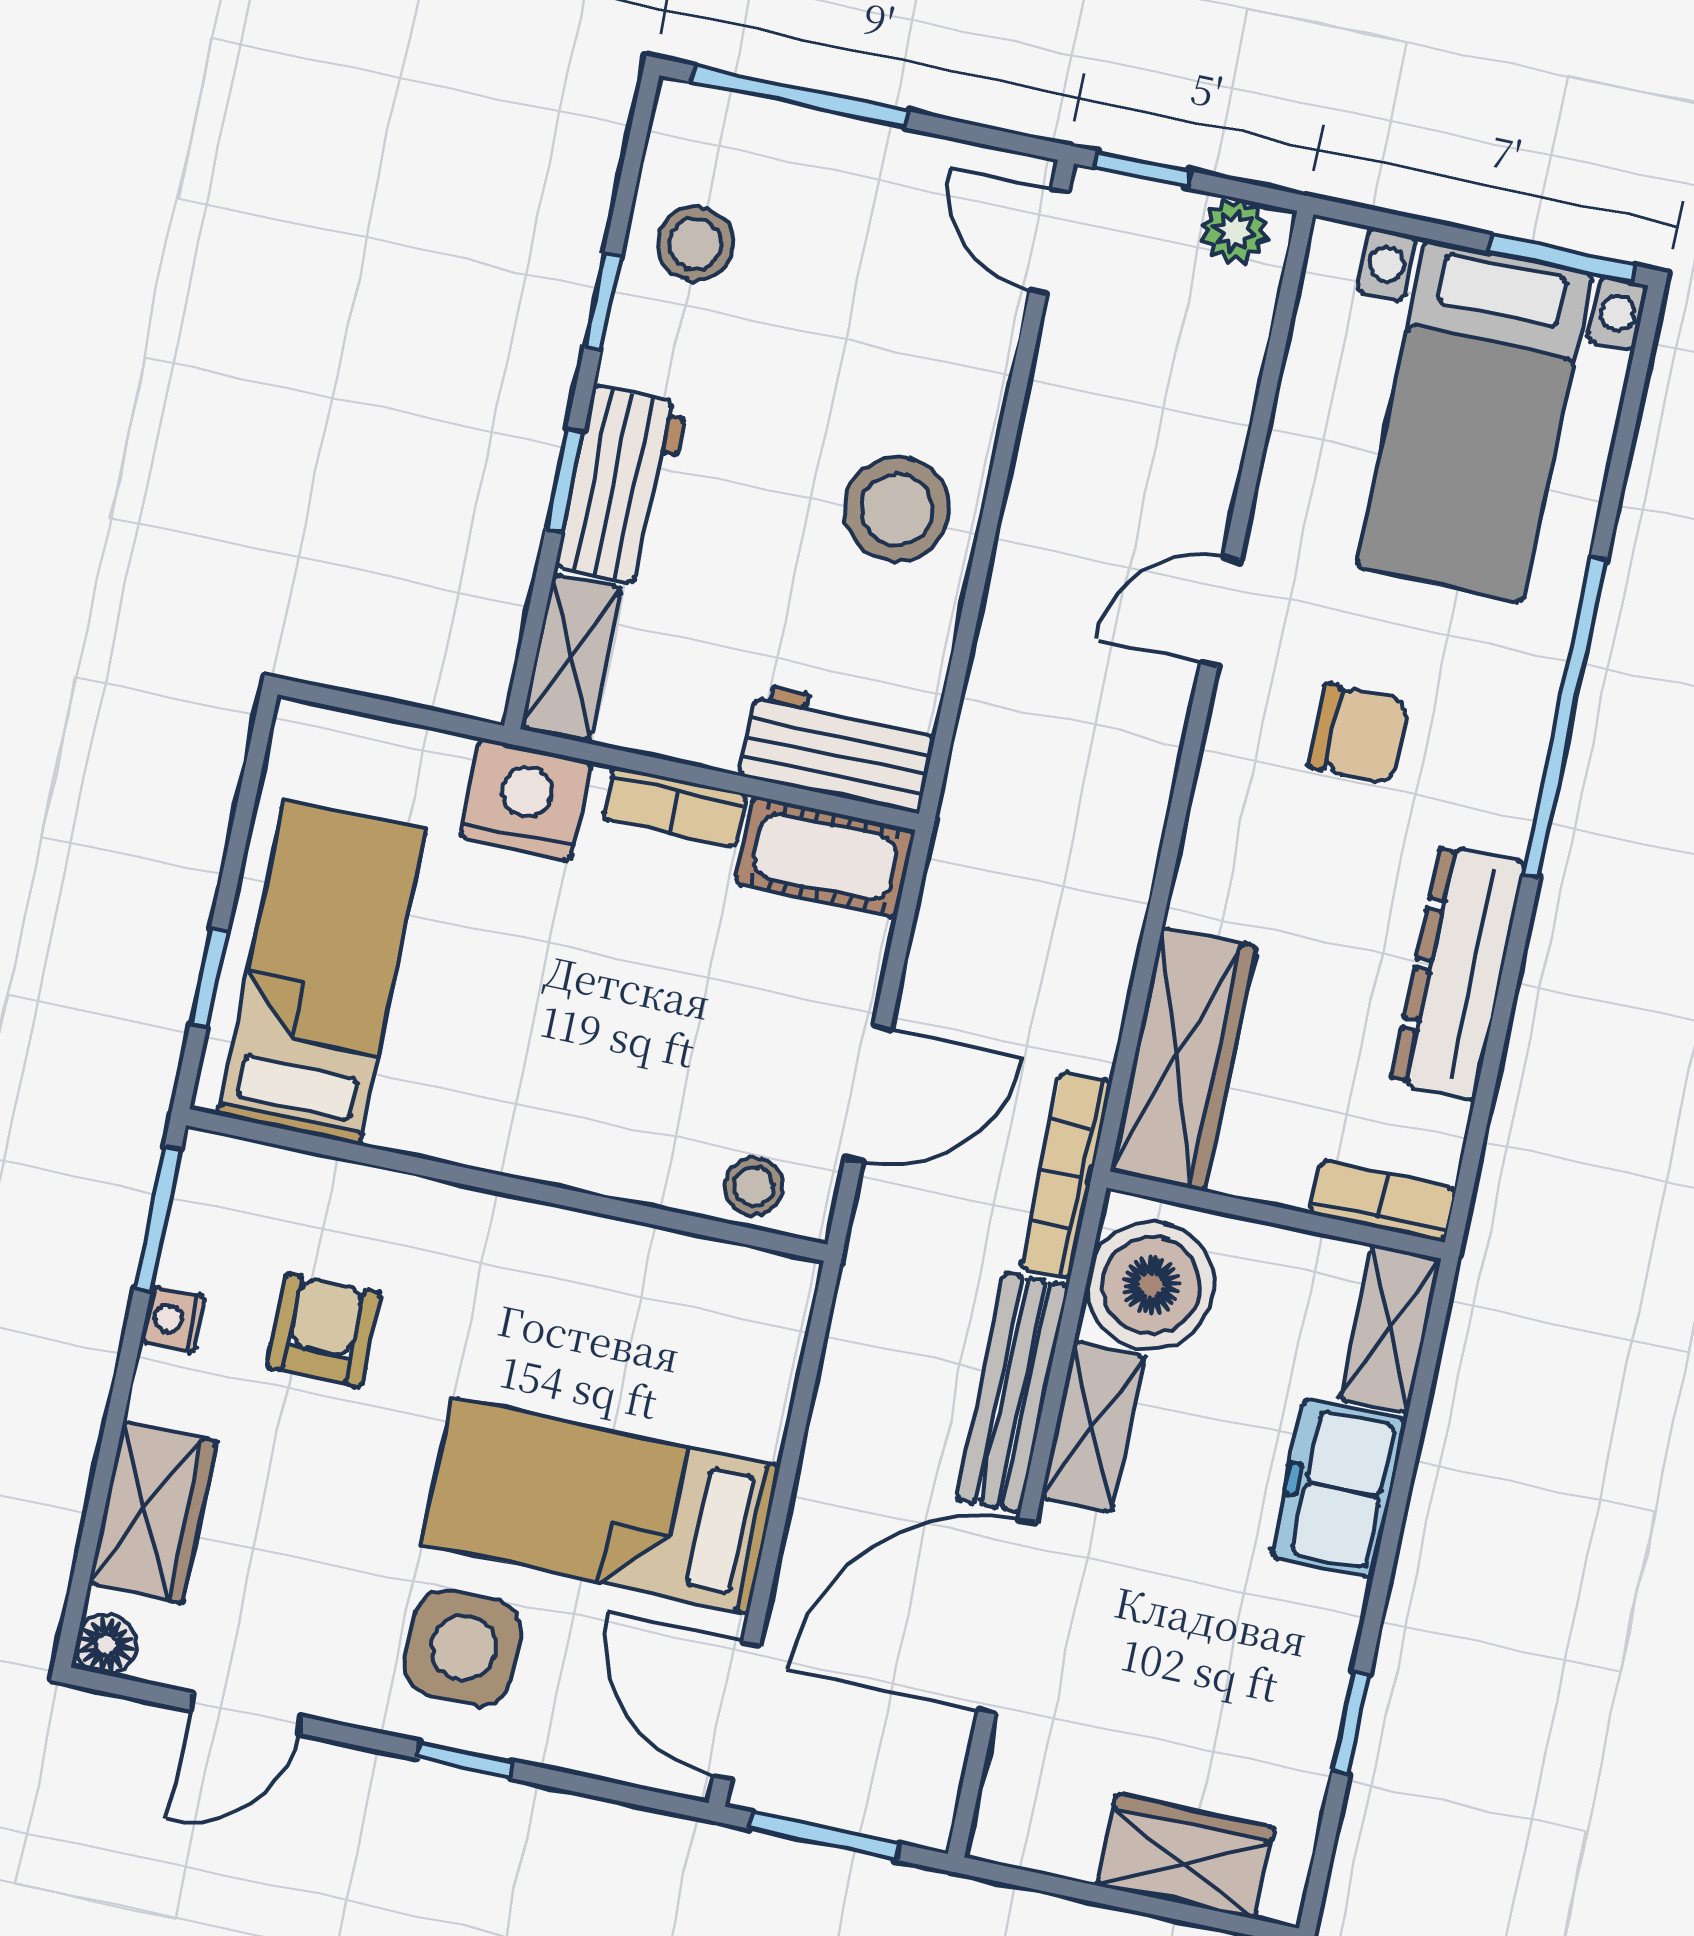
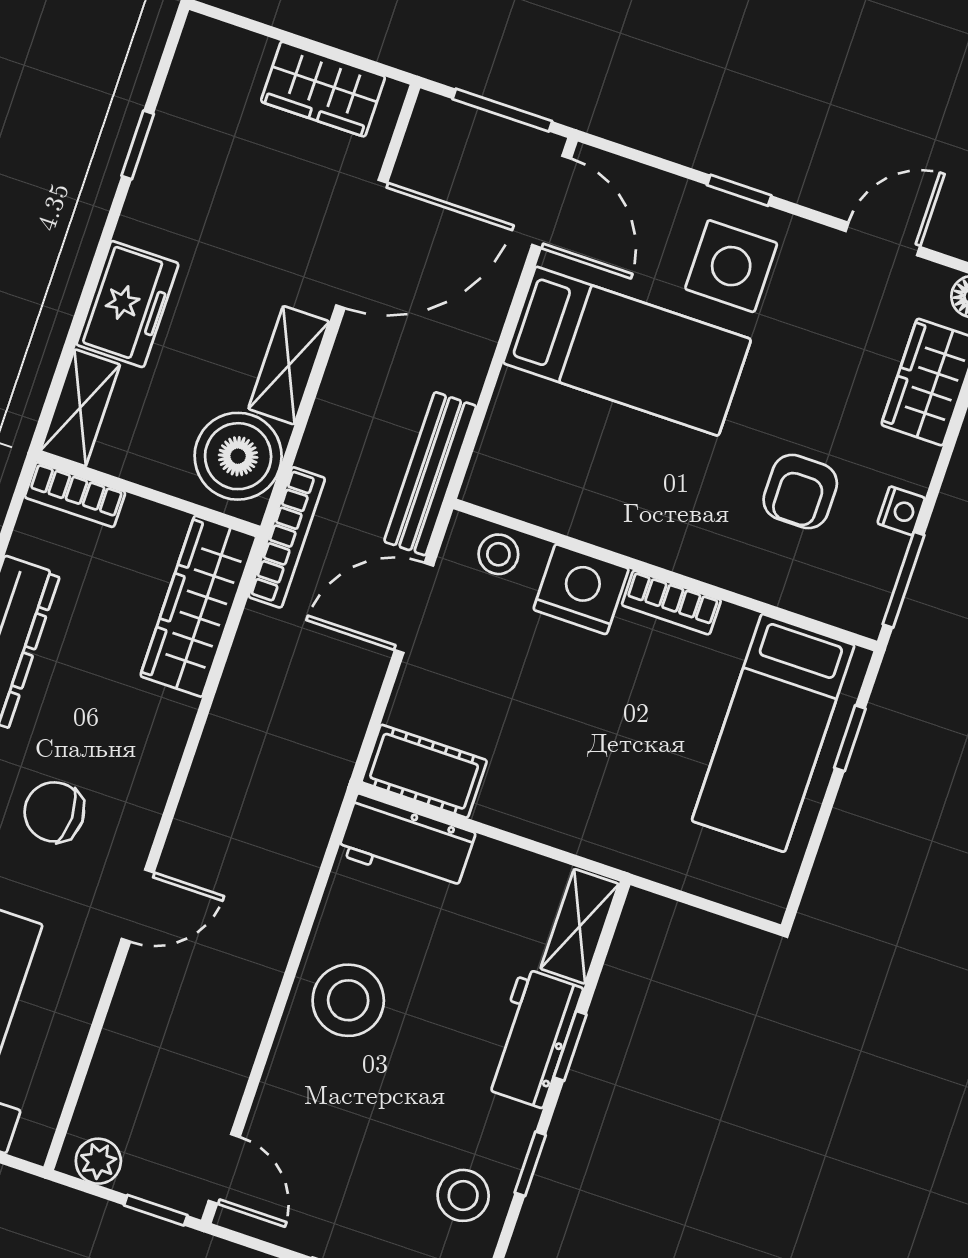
nightstand: (526, 800) -> (581, 589), moved, turned 180
bookcase: (674, 807) -> (671, 603), moved, turned 180
bench: (1013, 1393) -> (430, 474), moved
wardrobe: (1185, 1856) -> (323, 89), moved

